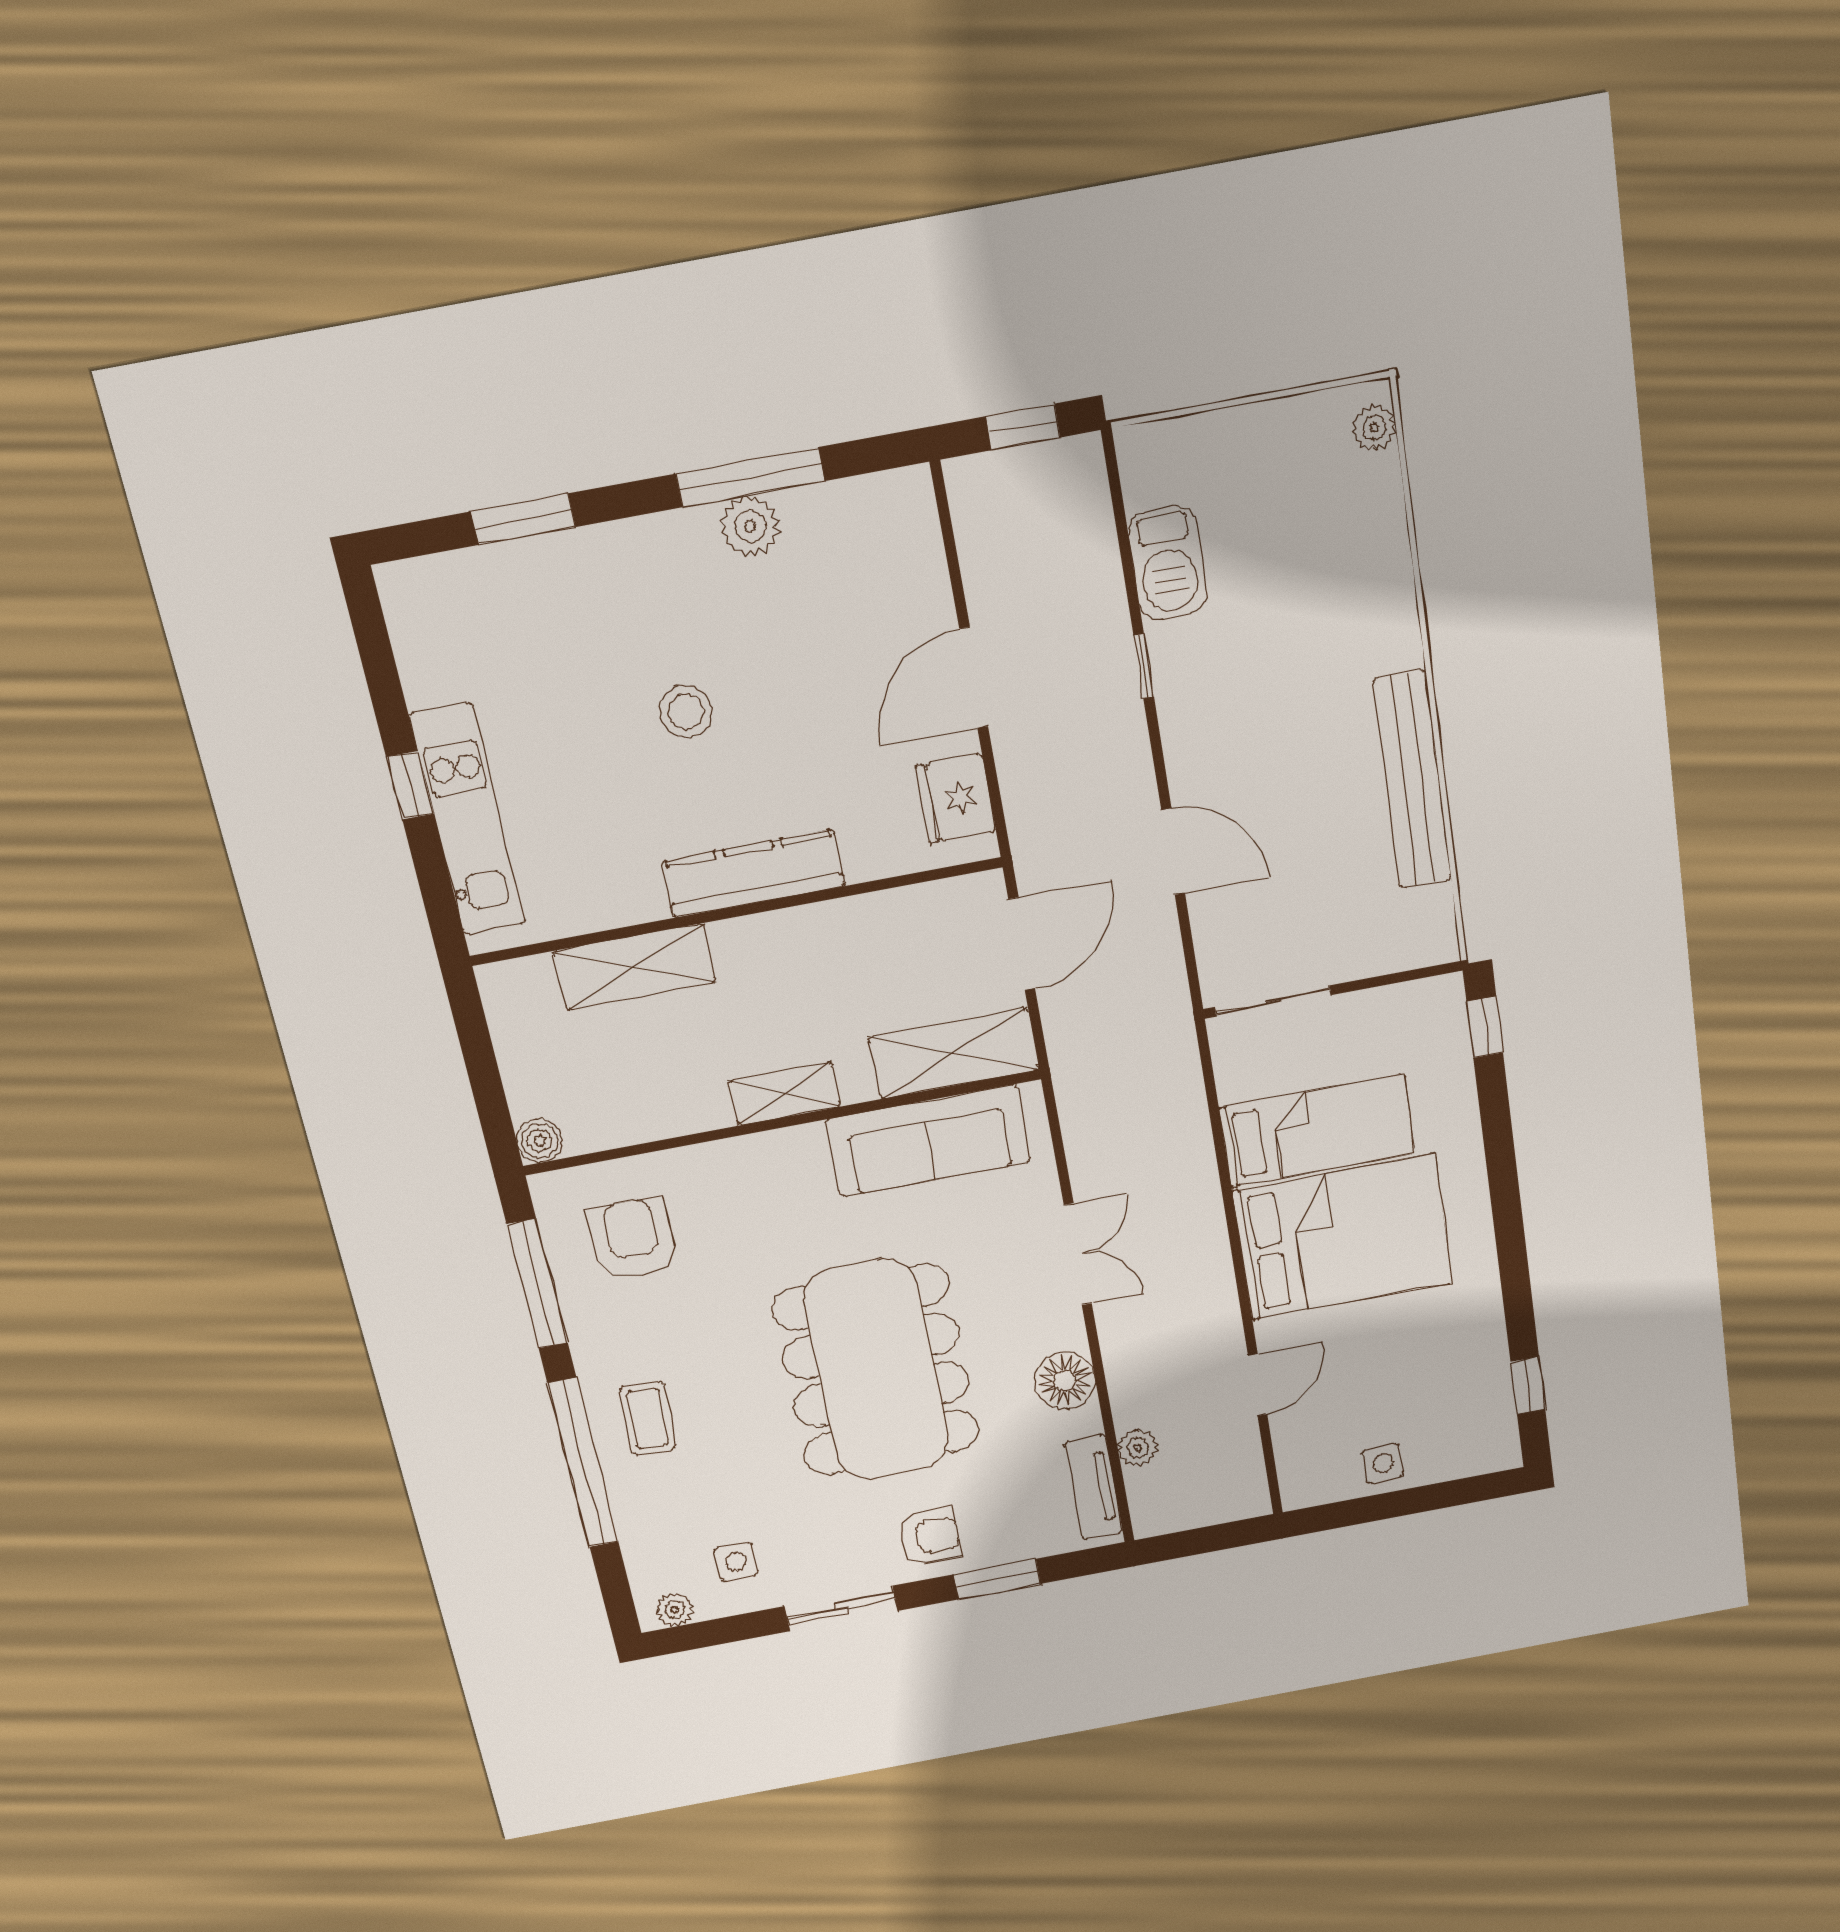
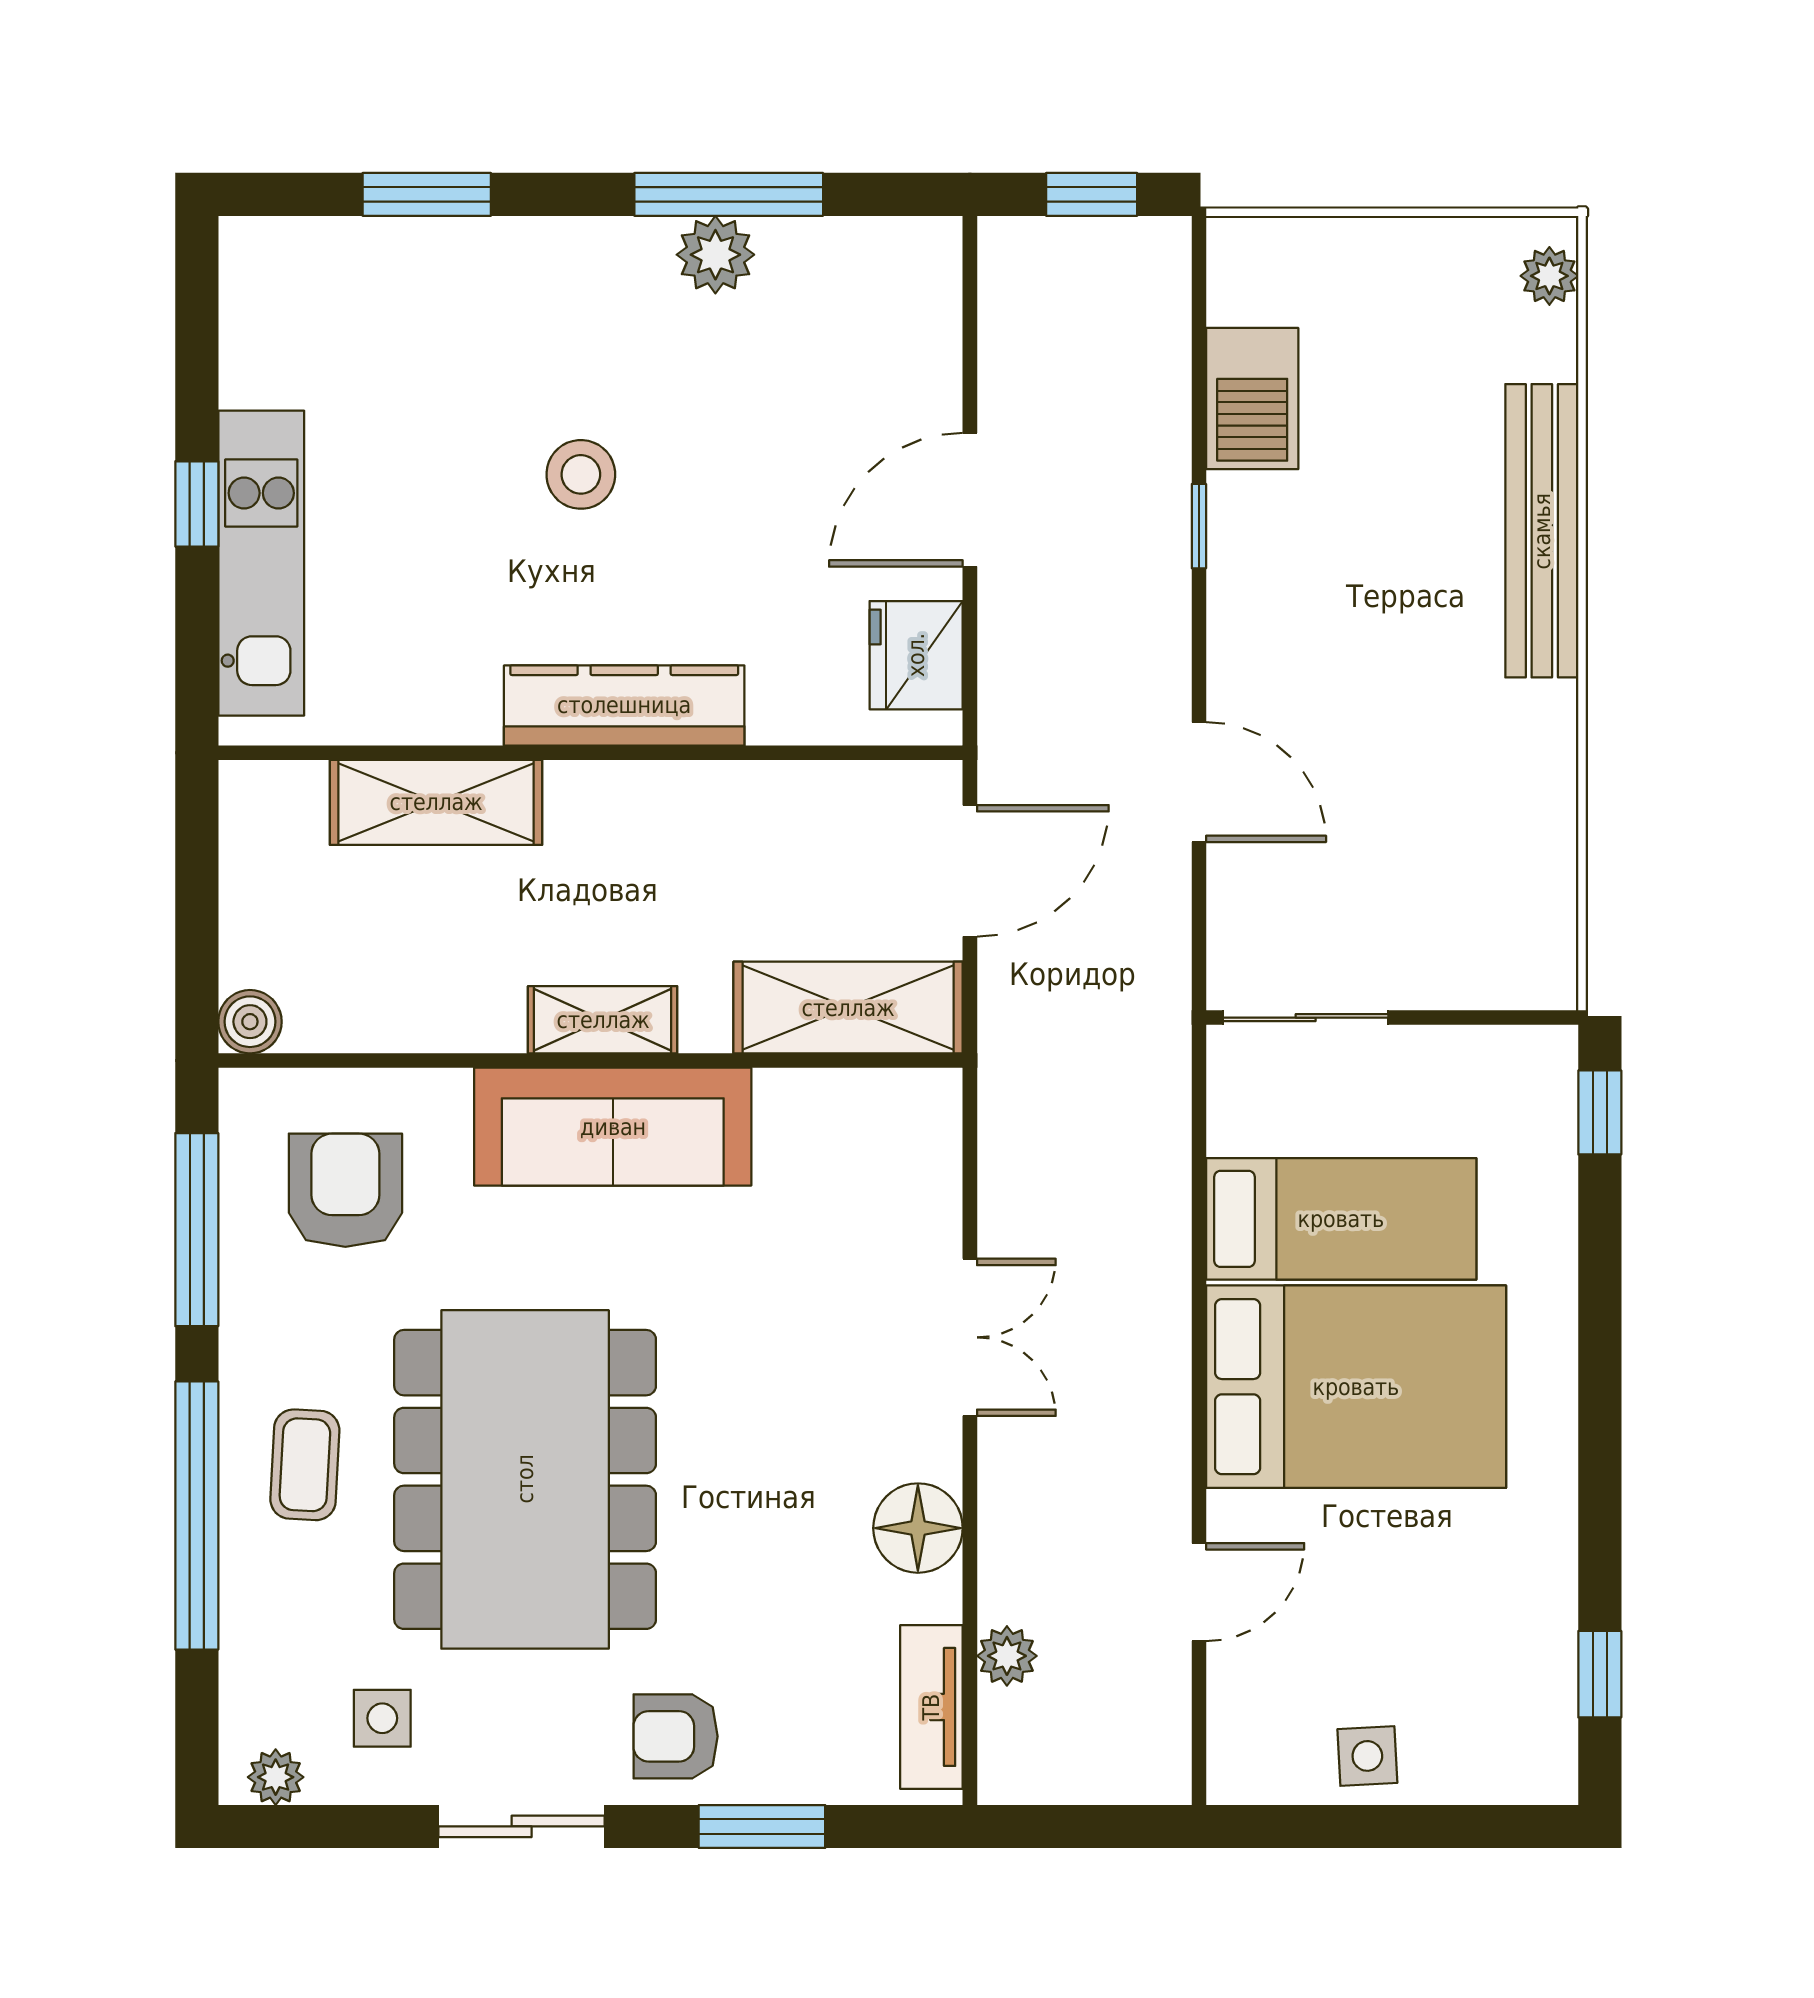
bench: (1413, 780) -> (1542, 531), moved
sofa: (928, 1141) -> (613, 1127), moved
dining table: (876, 1370) -> (525, 1479), moved
armchair: (930, 1537) -> (676, 1736), turned 180

